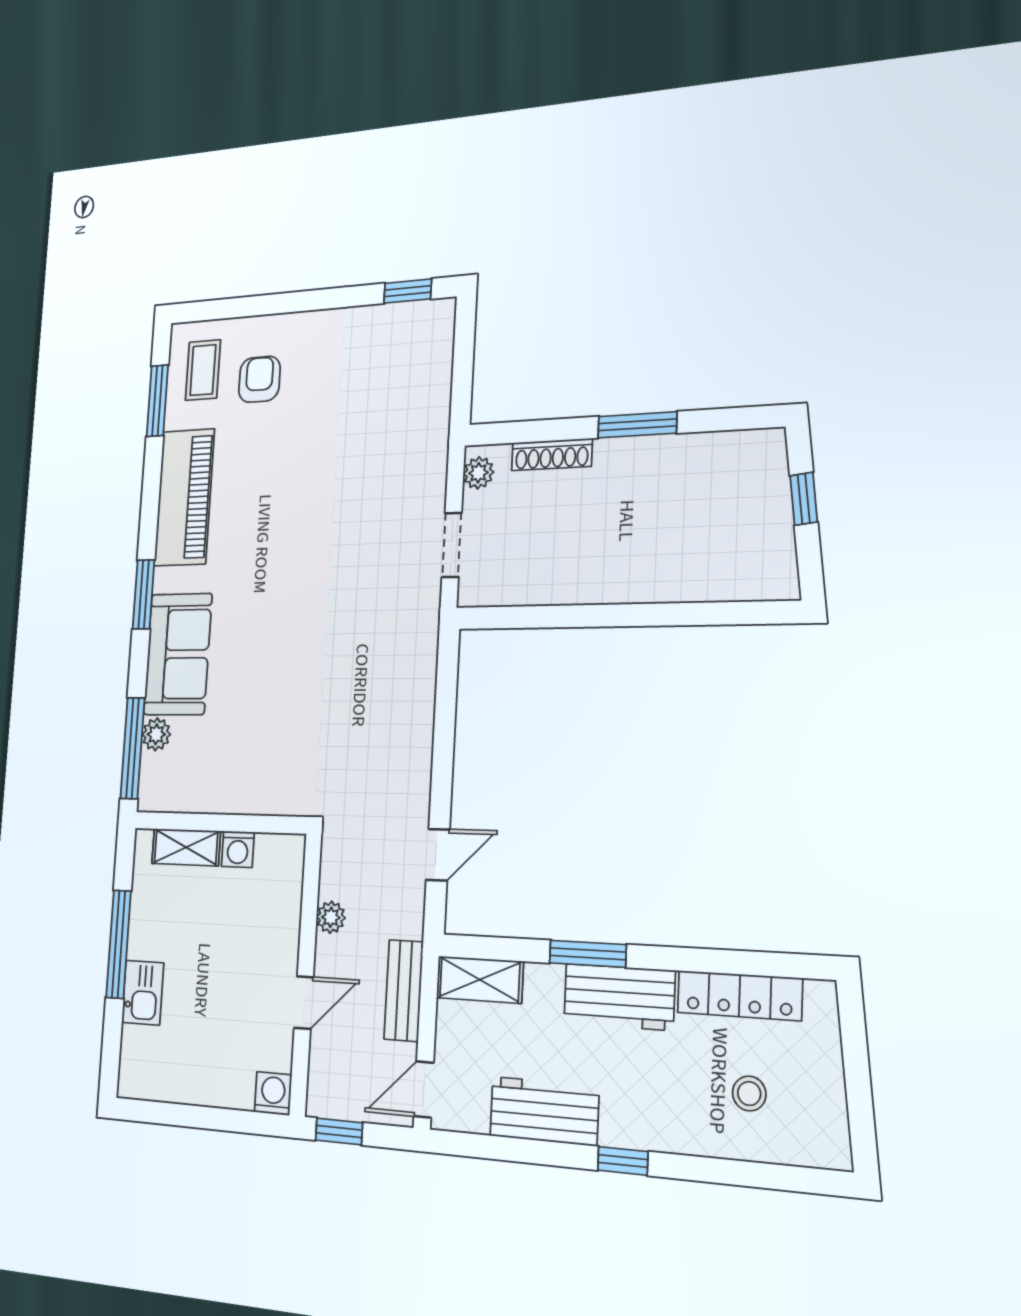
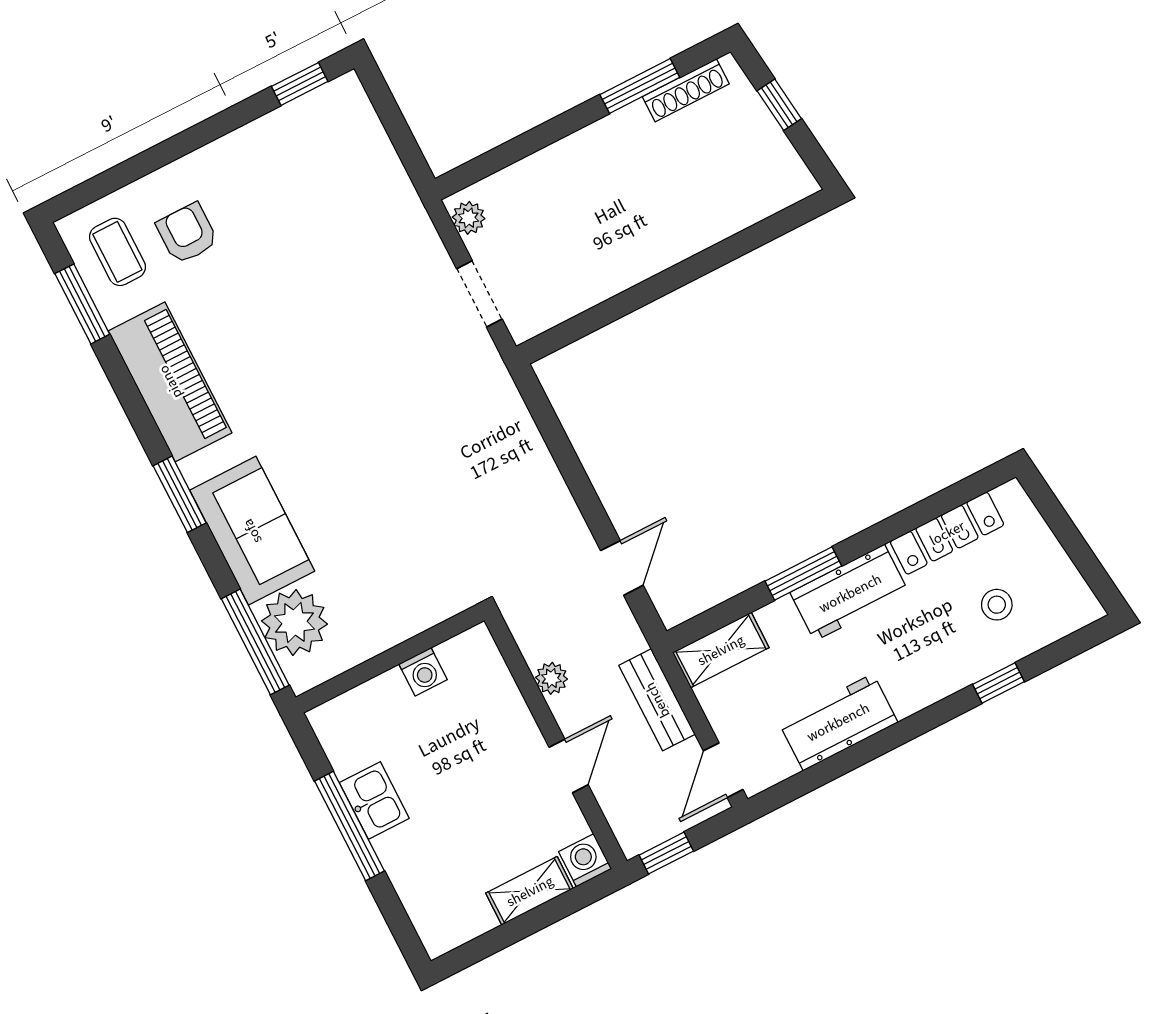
window: (637, 425) -> (640, 86), moved
shoe rack: (552, 455) -> (686, 90), moved
plant: (156, 734) -> (294, 623), width x1.88, depth x1.88
shelving: (186, 847) -> (530, 891), moved
kitchen sink: (143, 993) -> (374, 801), moved
window: (623, 1161) -> (999, 683), moved

